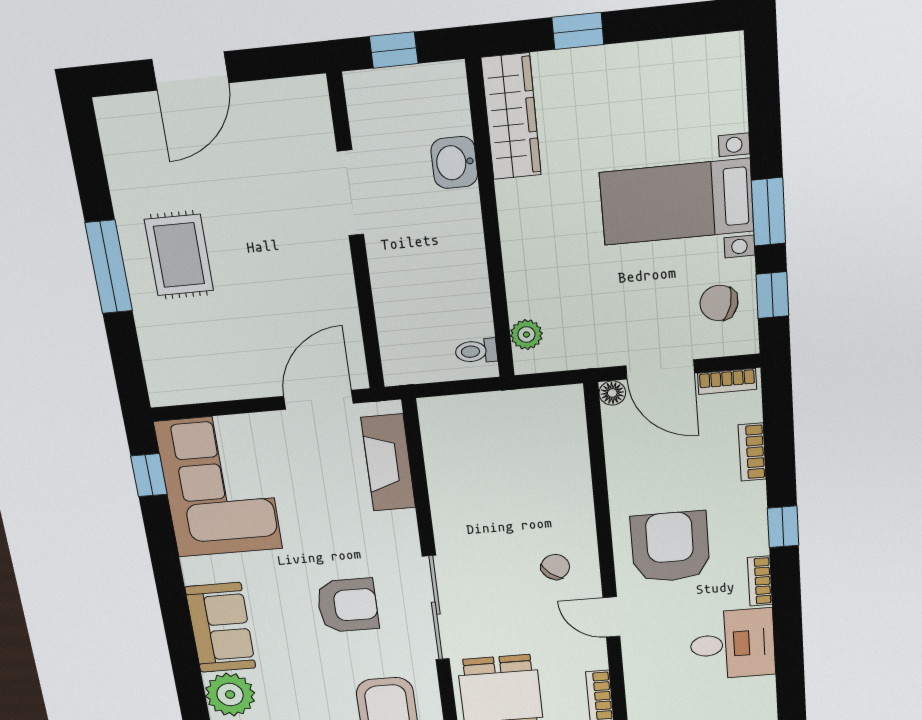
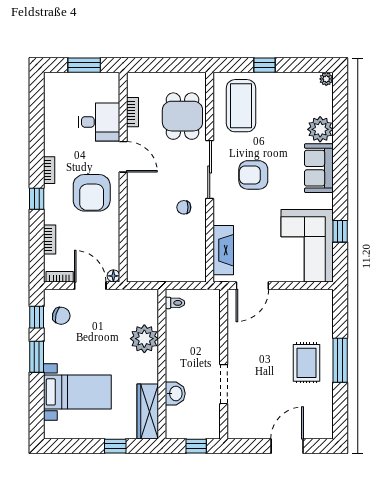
bed with nightstands: (677, 202) -> (77, 392), moved
plant: (526, 335) -> (144, 339), moved, width x1.87, depth x1.87
window: (149, 475) -> (340, 231), moved
chair: (555, 567) -> (184, 207), moved, turned 50
door: (611, 617) -> (123, 157), width x1.38
desk: (732, 644) -> (99, 122), moved, turned 180

